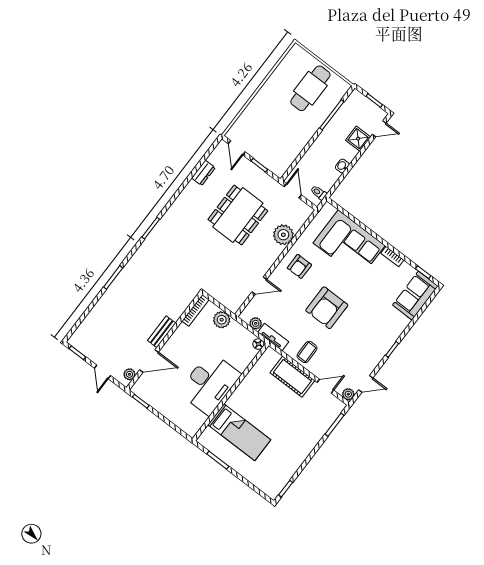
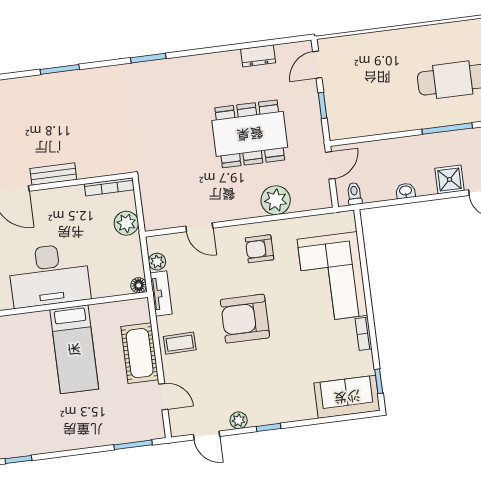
plant: (348, 394) -> (239, 420), moved
bed: (239, 432) -> (74, 349), moved

